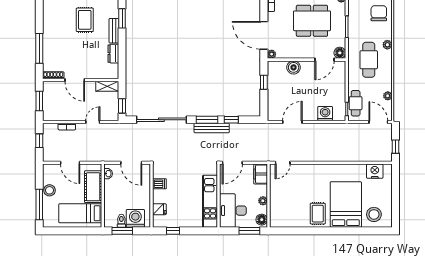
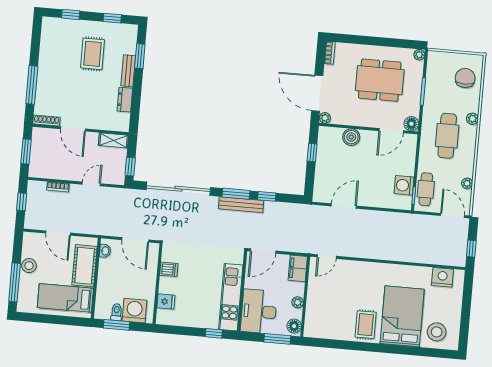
washing machine: (325, 114) -> (404, 185), moved, turned -90
window: (173, 231) -> (214, 333), moved

